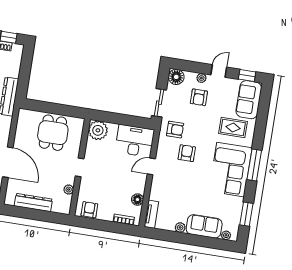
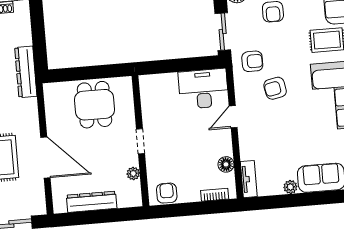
plant: (98, 130) -> (152, 87), removed
armchair: (187, 153) -> (275, 88), turned -101

